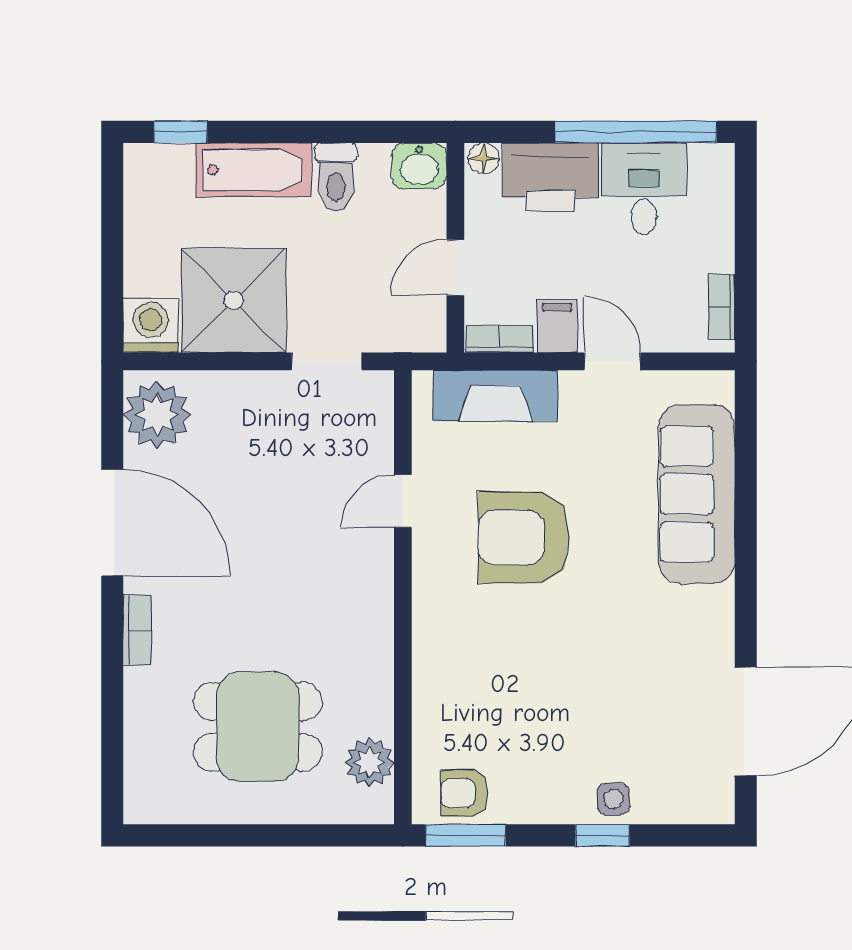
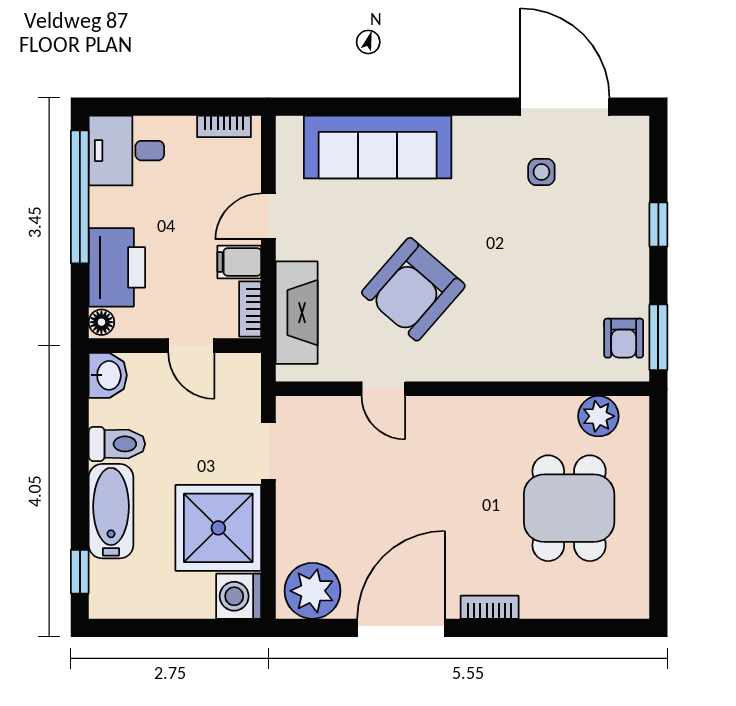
desk: (644, 189) -> (126, 151), moved
armchair: (524, 537) -> (413, 289), turned 41
side table: (613, 799) -> (541, 172), moved

